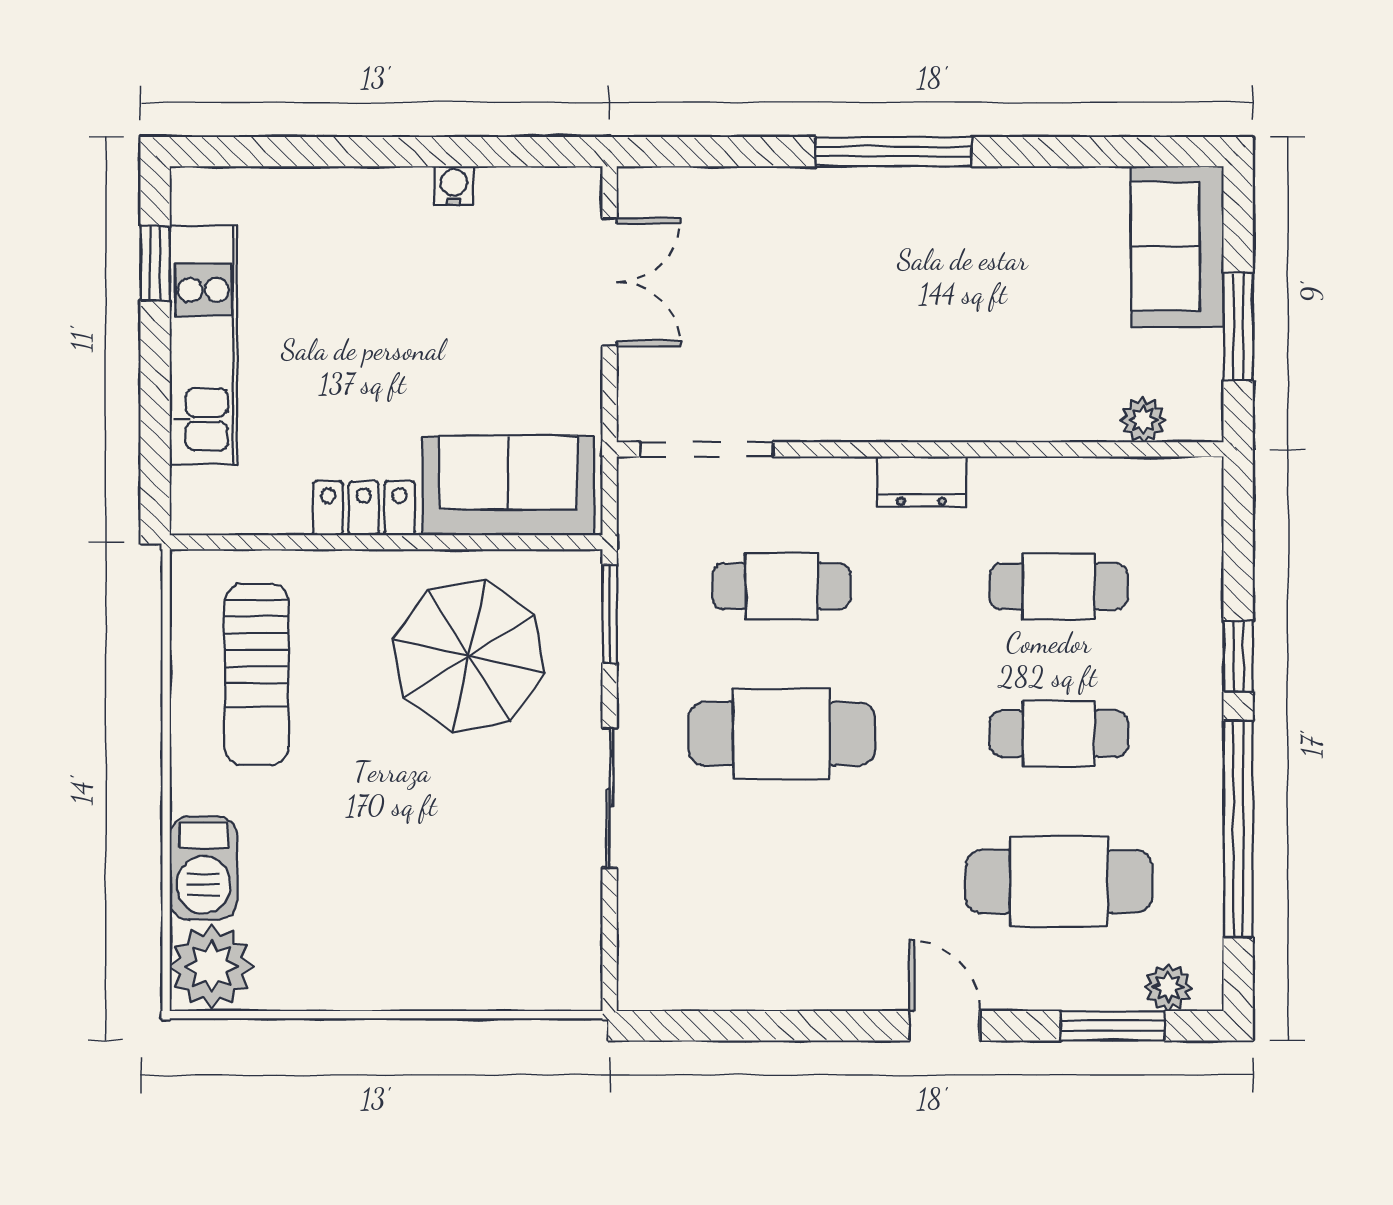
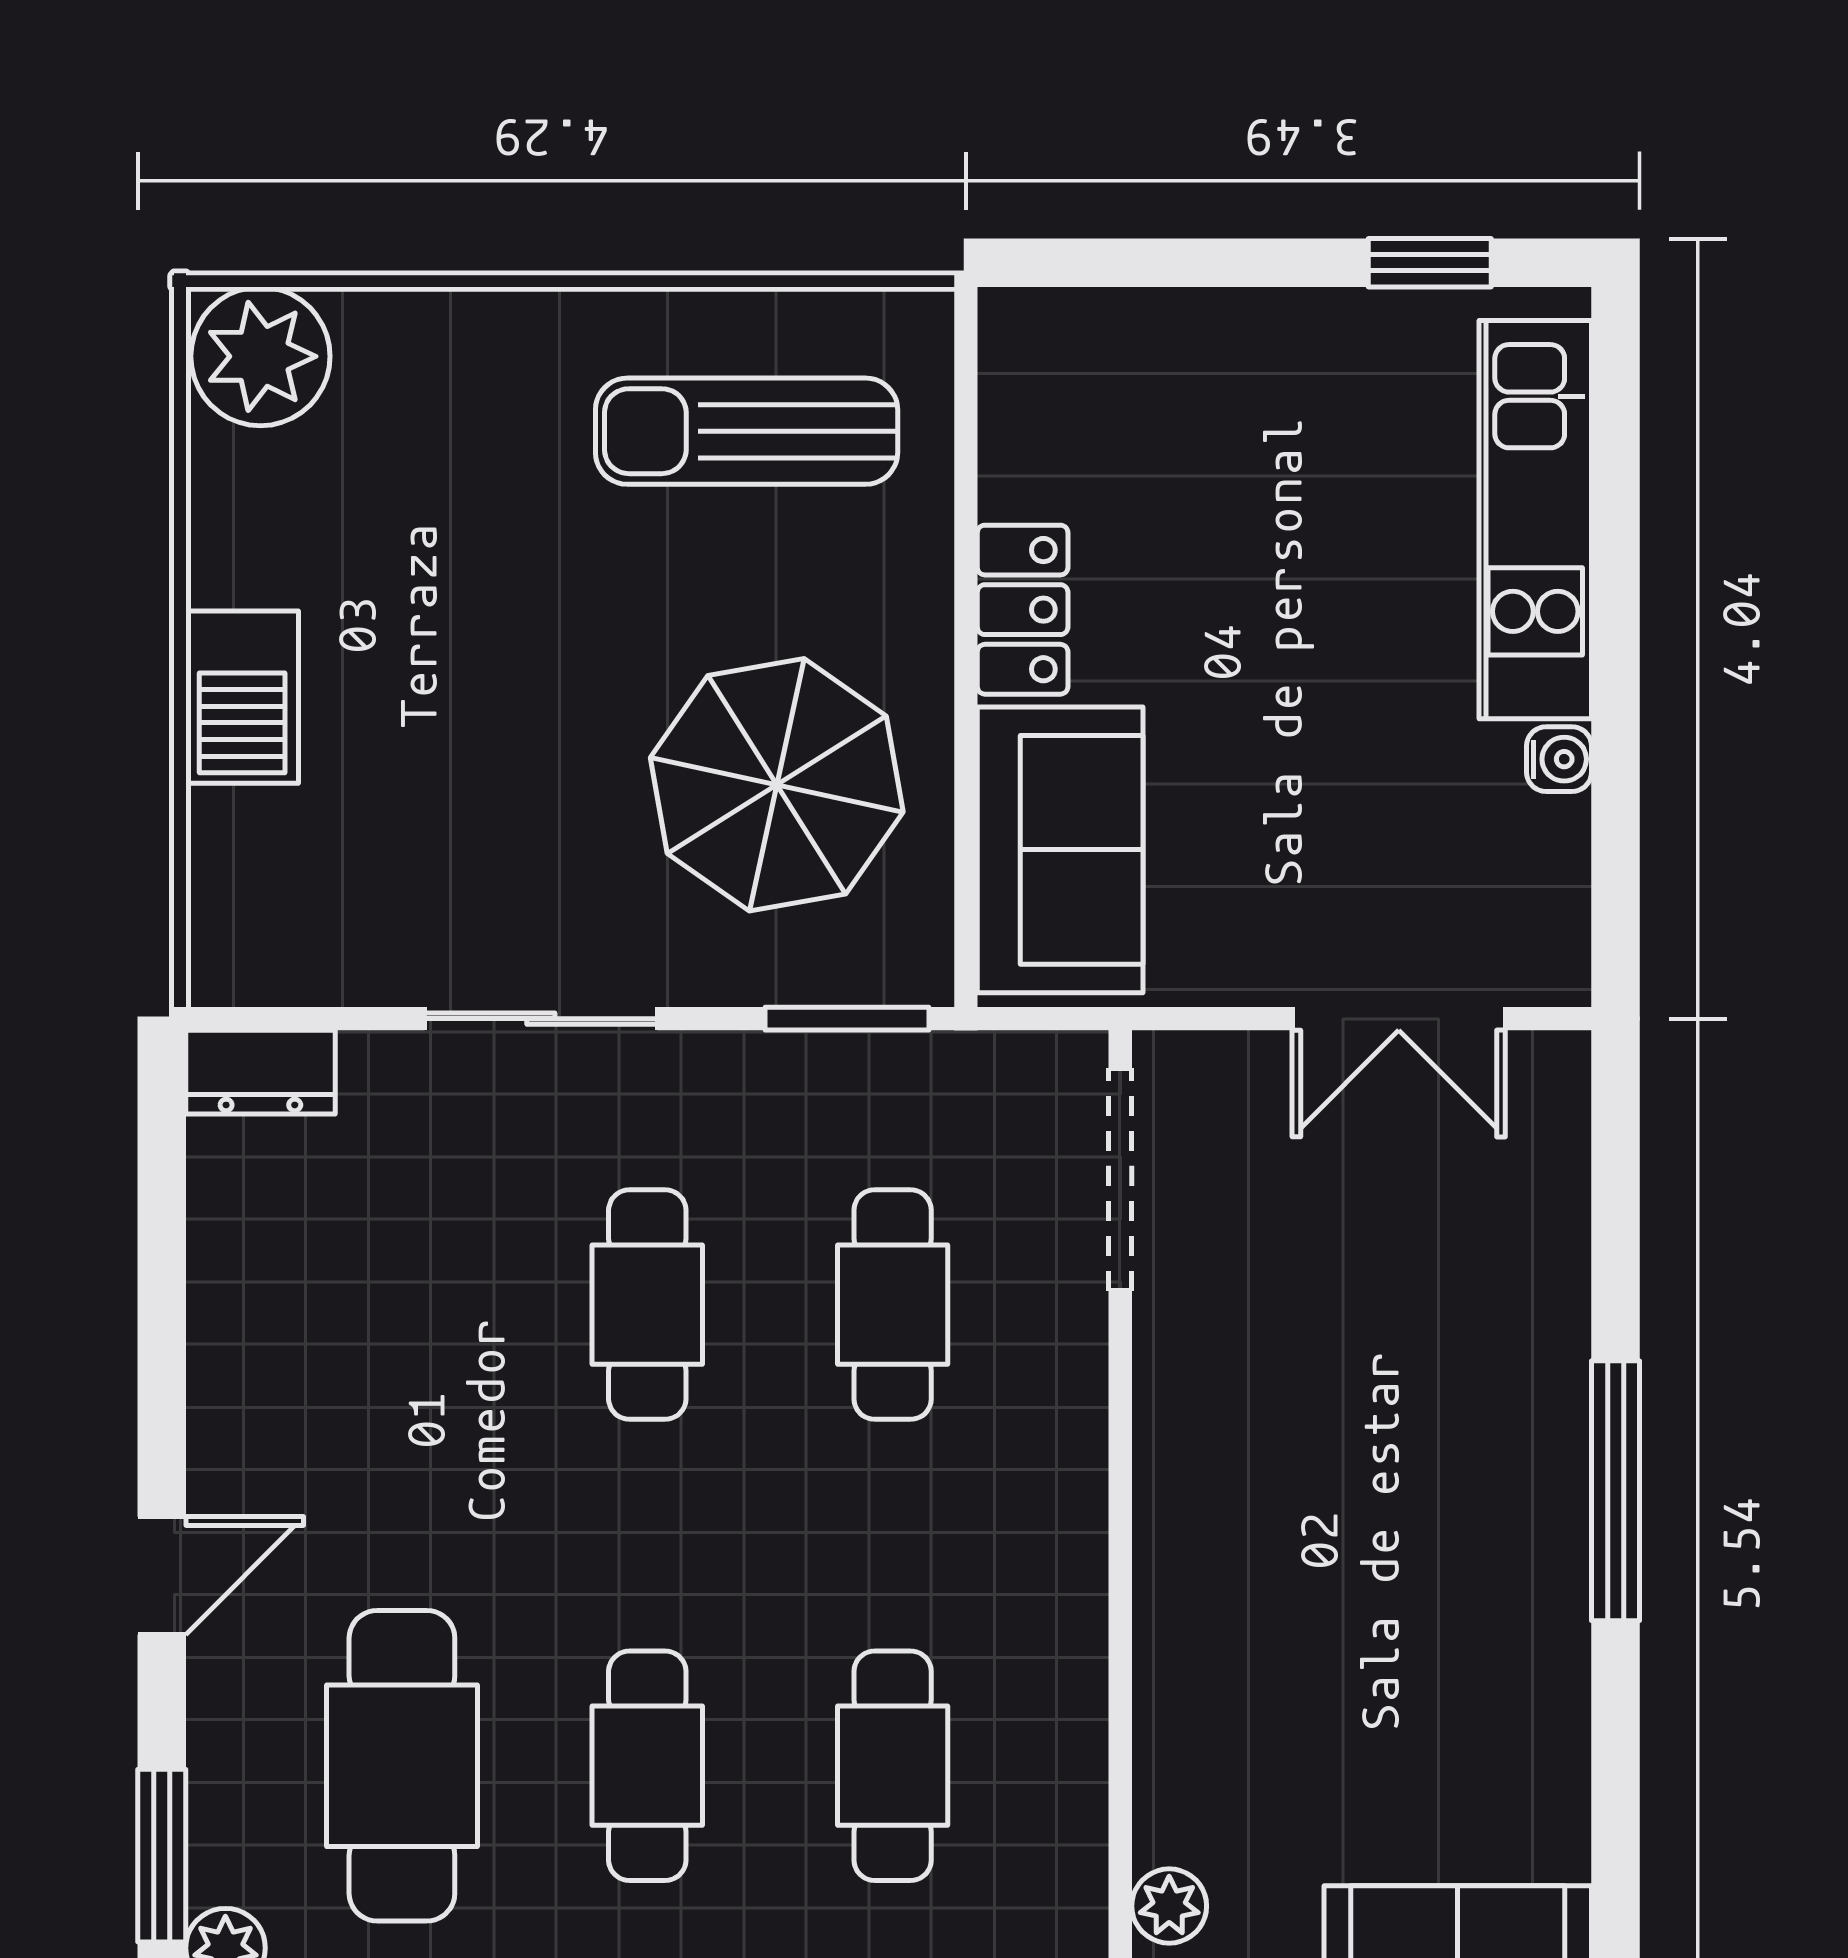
kitchen unit: (203, 345) -> (1535, 520), moved, turned 90
dresser: (921, 482) -> (260, 1072), moved, turned -90
cafe table: (782, 734) -> (647, 1305), width x0.73, depth x0.74
barbecue: (203, 868) -> (242, 697), moved, turned -90

